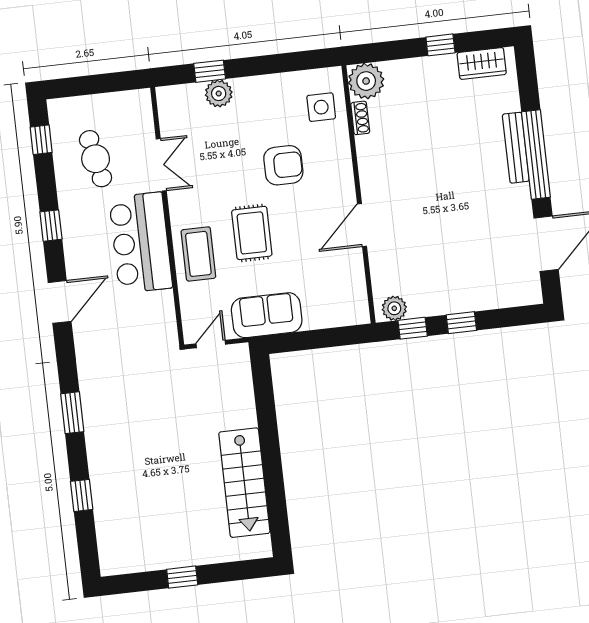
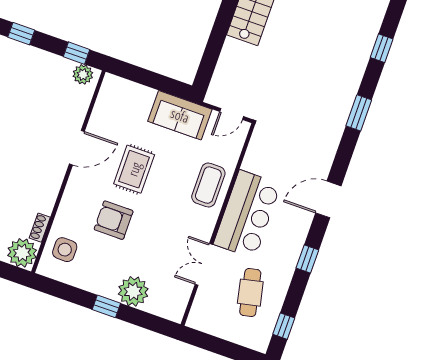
window: (210, 71) -> (106, 306), moved
plant: (219, 93) -> (133, 291), width x1.36, depth x1.36
rug: (252, 233) -> (134, 169), moved
window: (461, 323) -> (21, 34), moved

